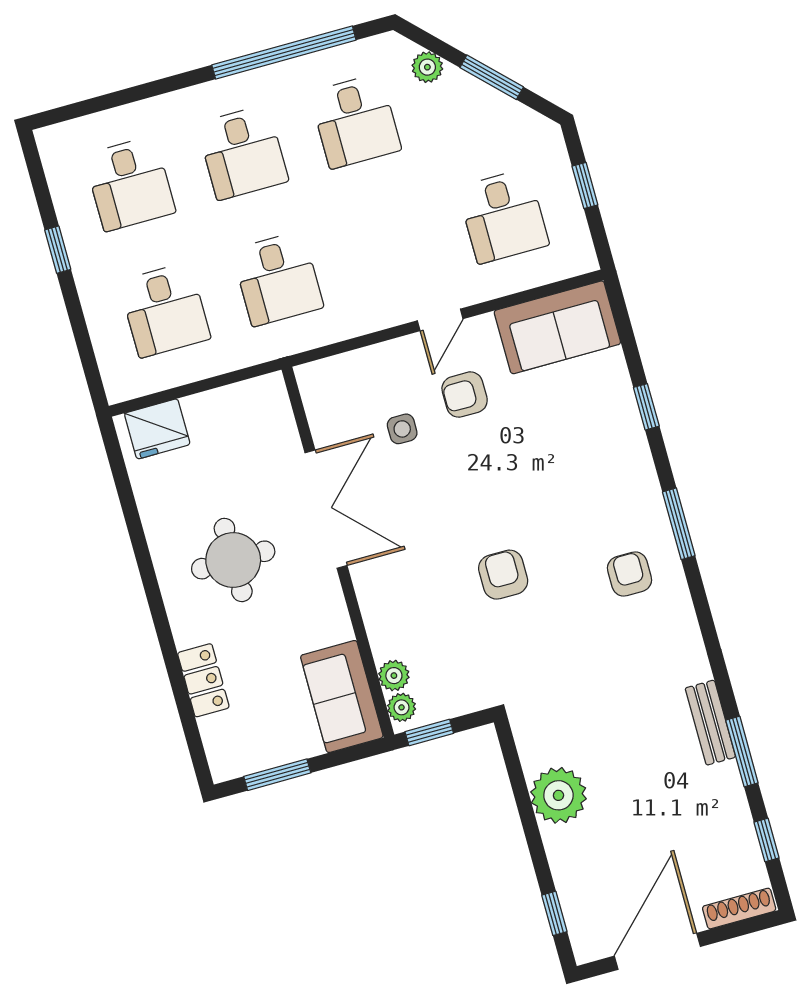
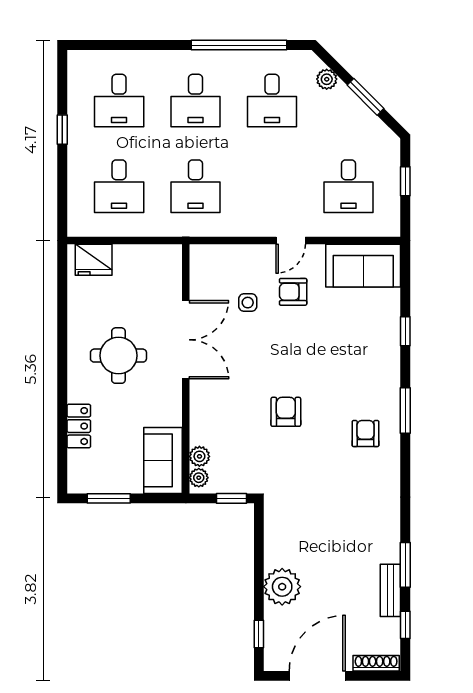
bench: (710, 723) -> (390, 590), moved
window: (429, 733) -> (232, 498), moved
plant: (558, 795) -> (282, 587), moved

